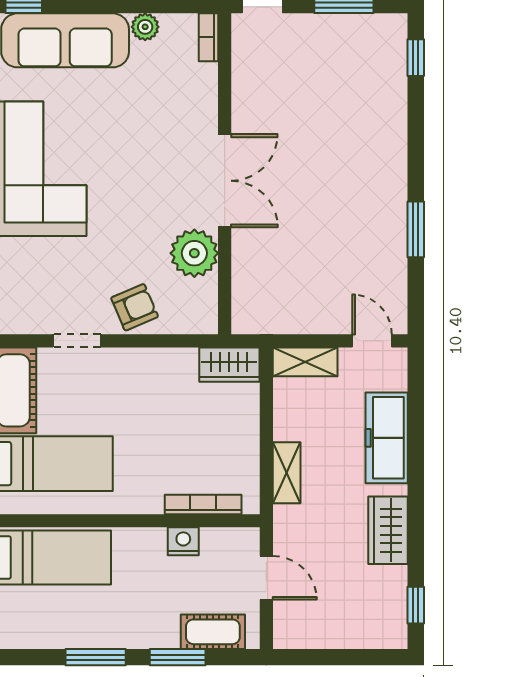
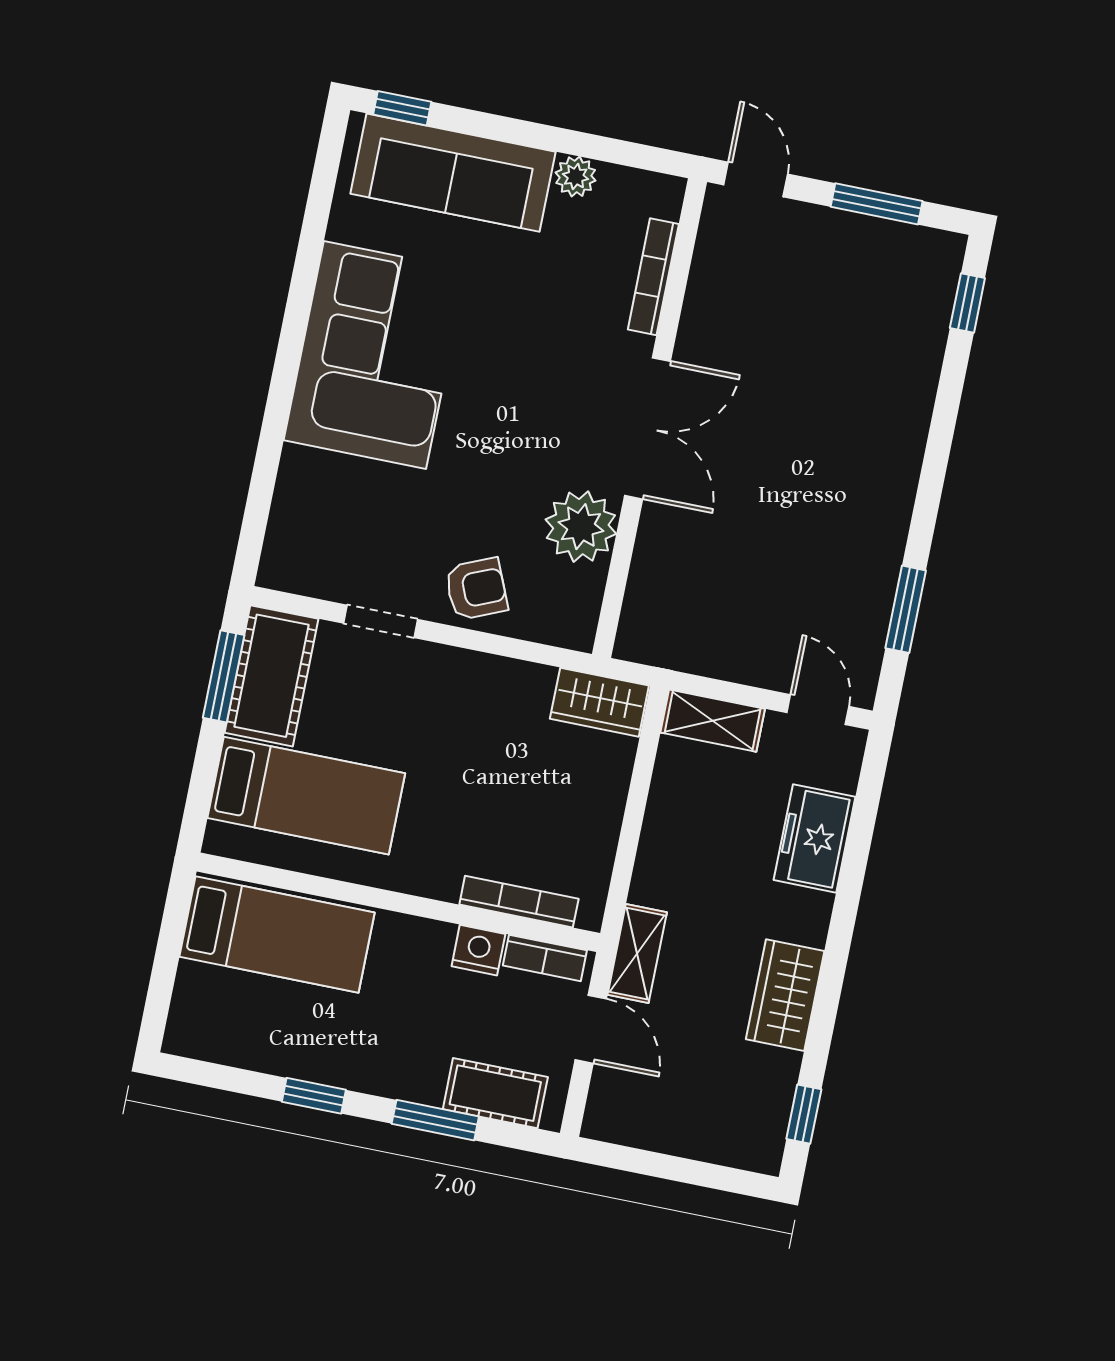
bookcase: (209, 37) -> (653, 277), moved, width x1.56
window: (416, 229) -> (906, 609), moved
freezer: (387, 438) -> (815, 838), width x0.71
shelving: (287, 473) -> (637, 954), moved
bookcase: (227, 538) -> (545, 958), added
window: (96, 657) -> (314, 1096), width x0.67

